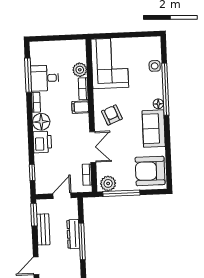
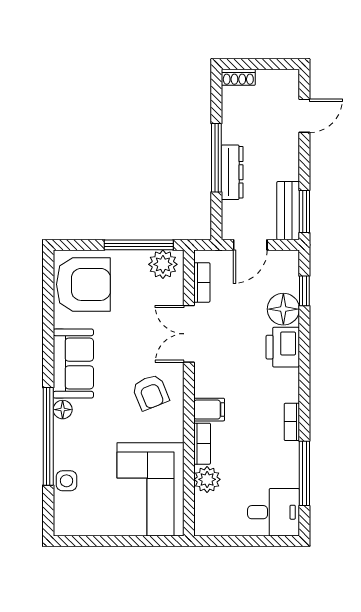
desk: (45, 78) -> (274, 512), moved
floor lamp: (41, 122) -> (283, 309), moved
bench: (43, 229) -> (288, 211), moved

